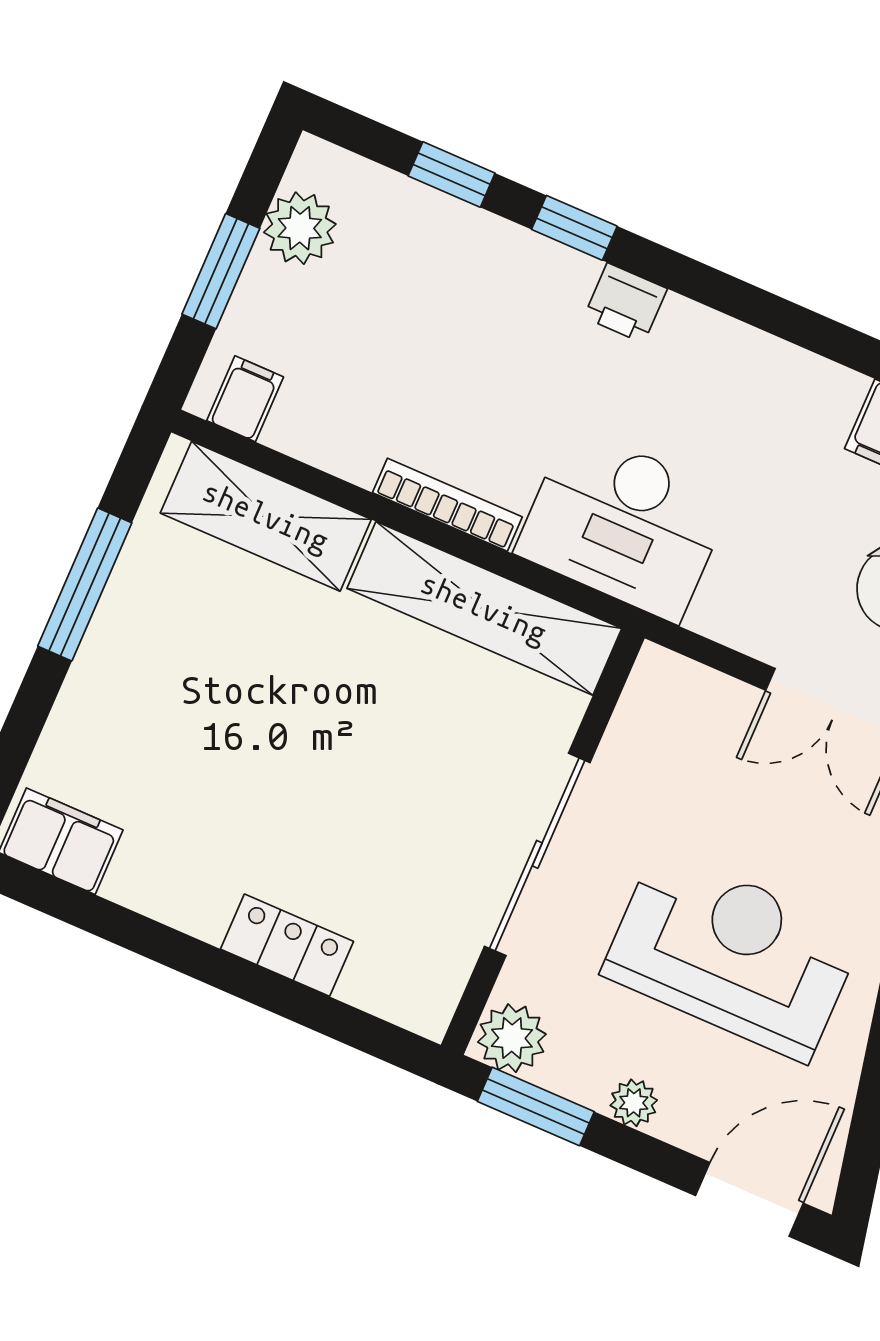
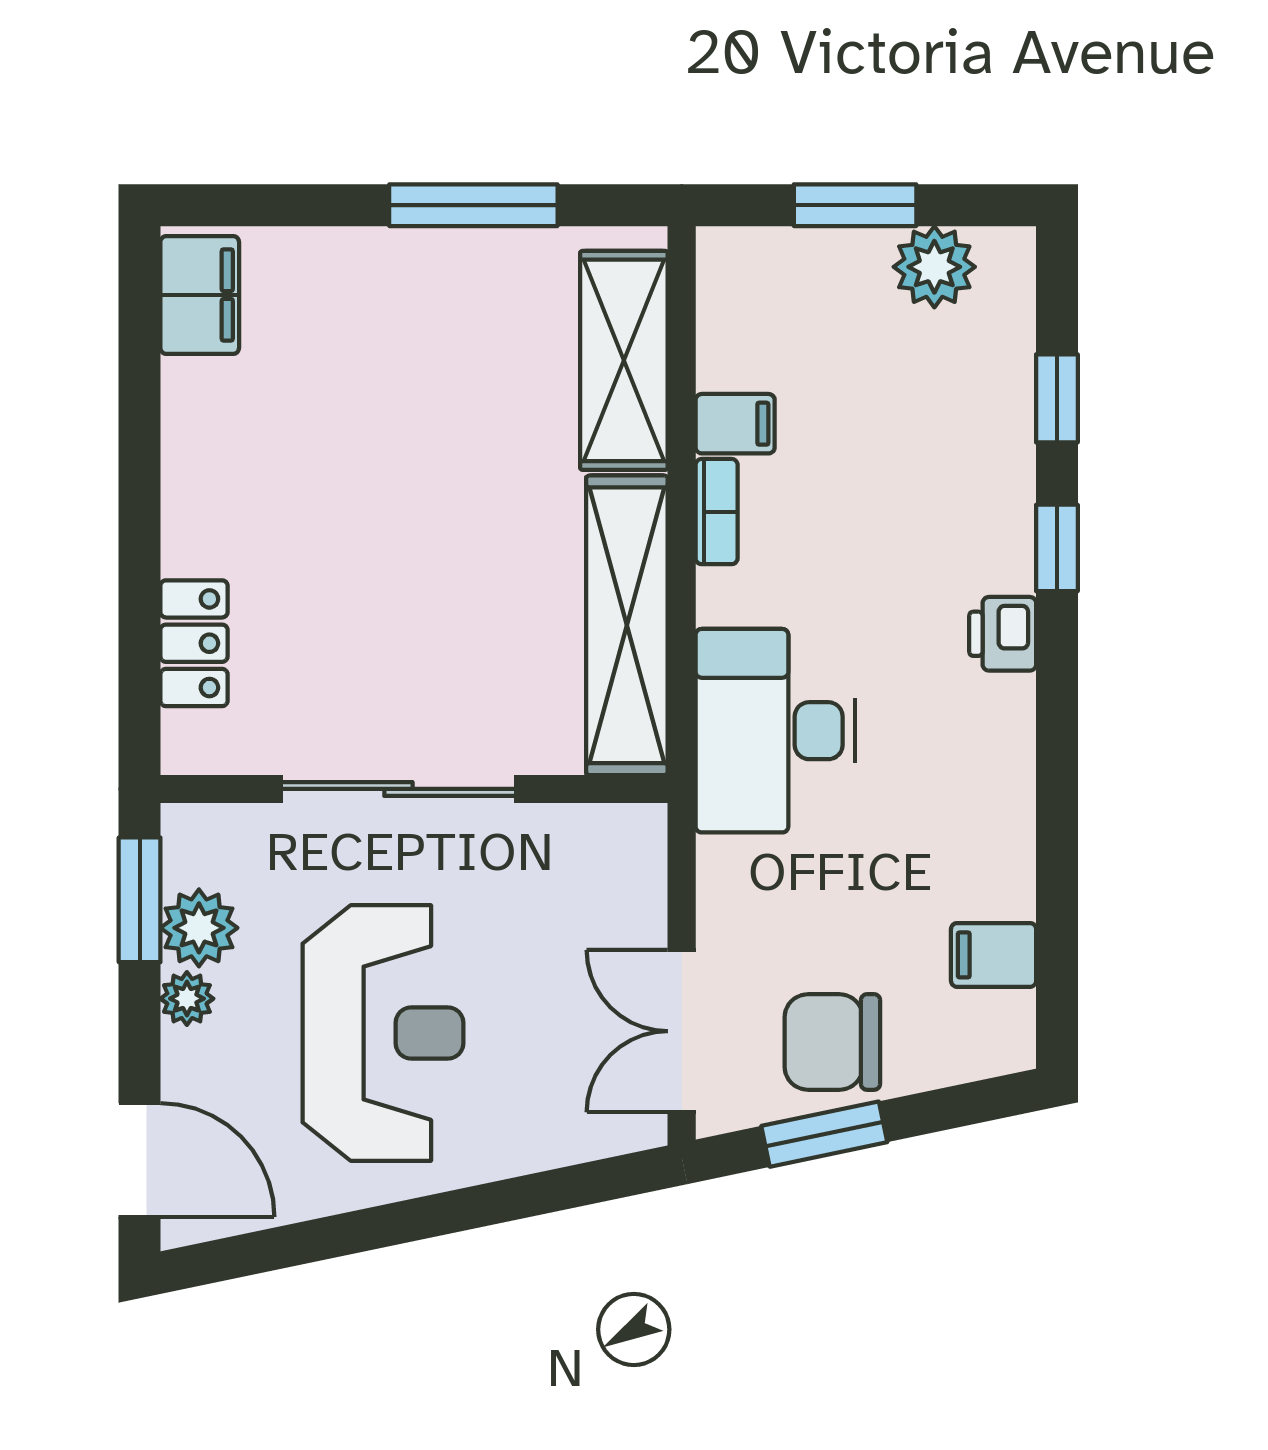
filing cabinet: (245, 399) -> (735, 424), moved
bookcase: (447, 505) -> (717, 512), width x0.64
locker: (287, 945) -> (194, 643), moved
plant: (512, 1038) -> (199, 928), moved

